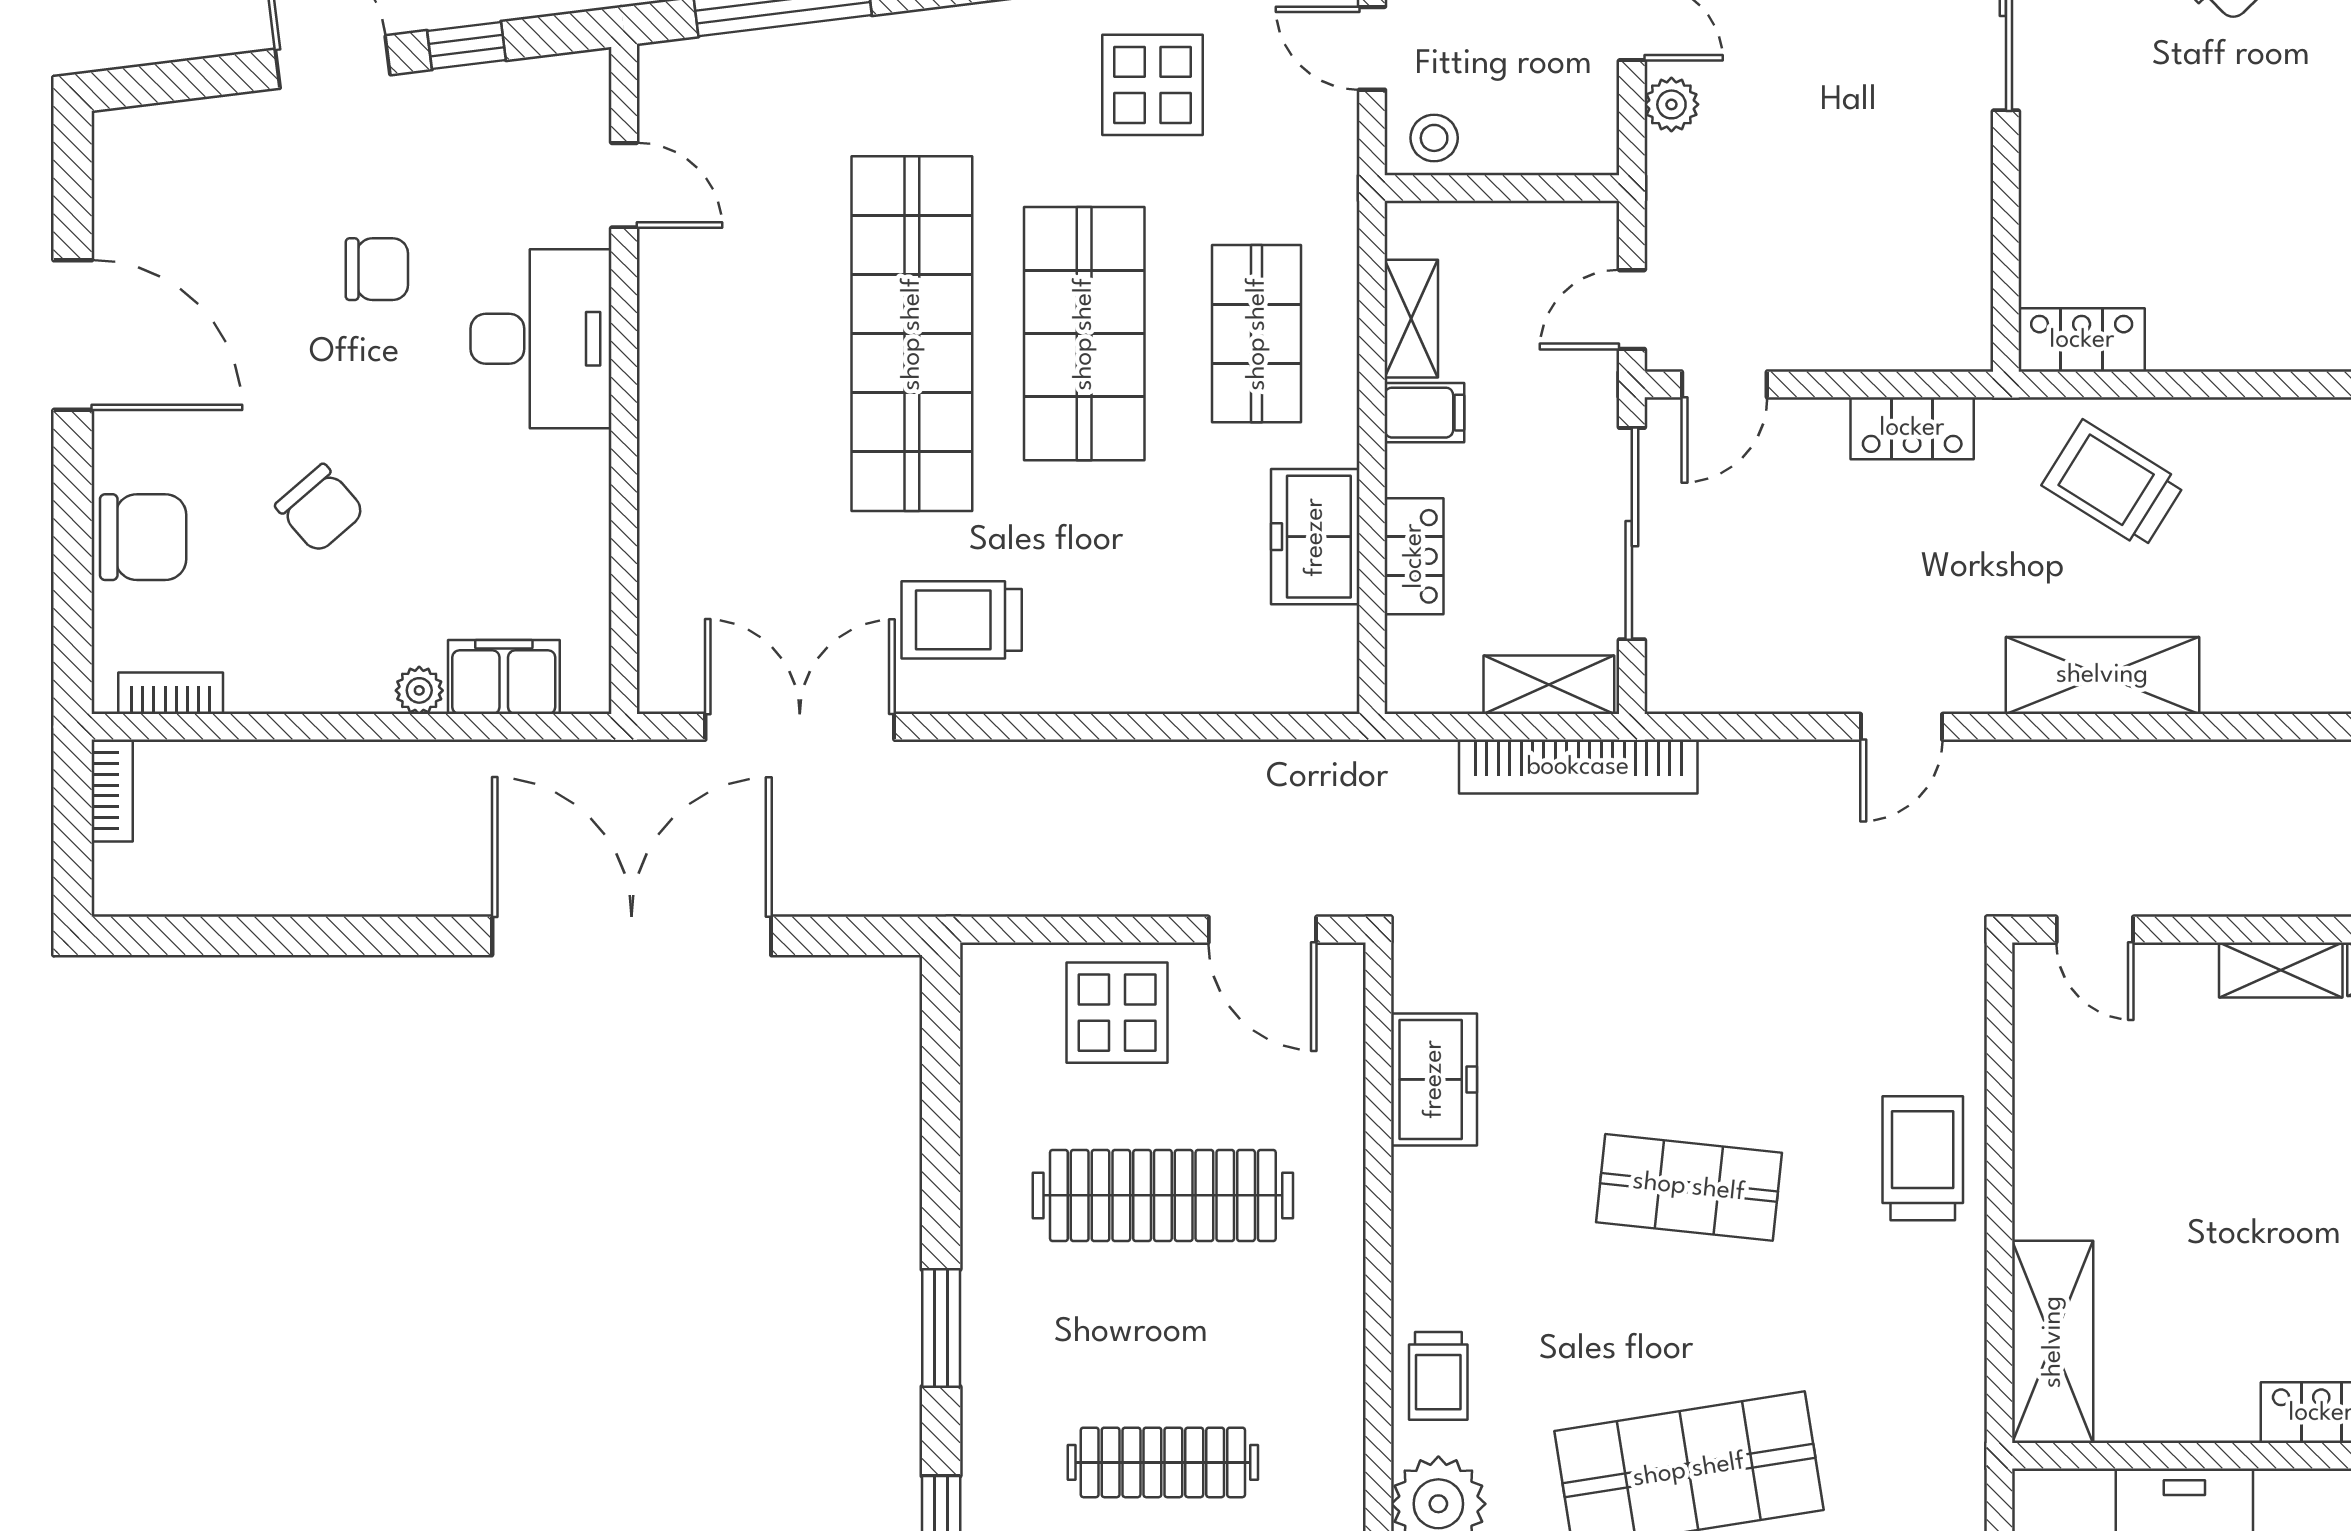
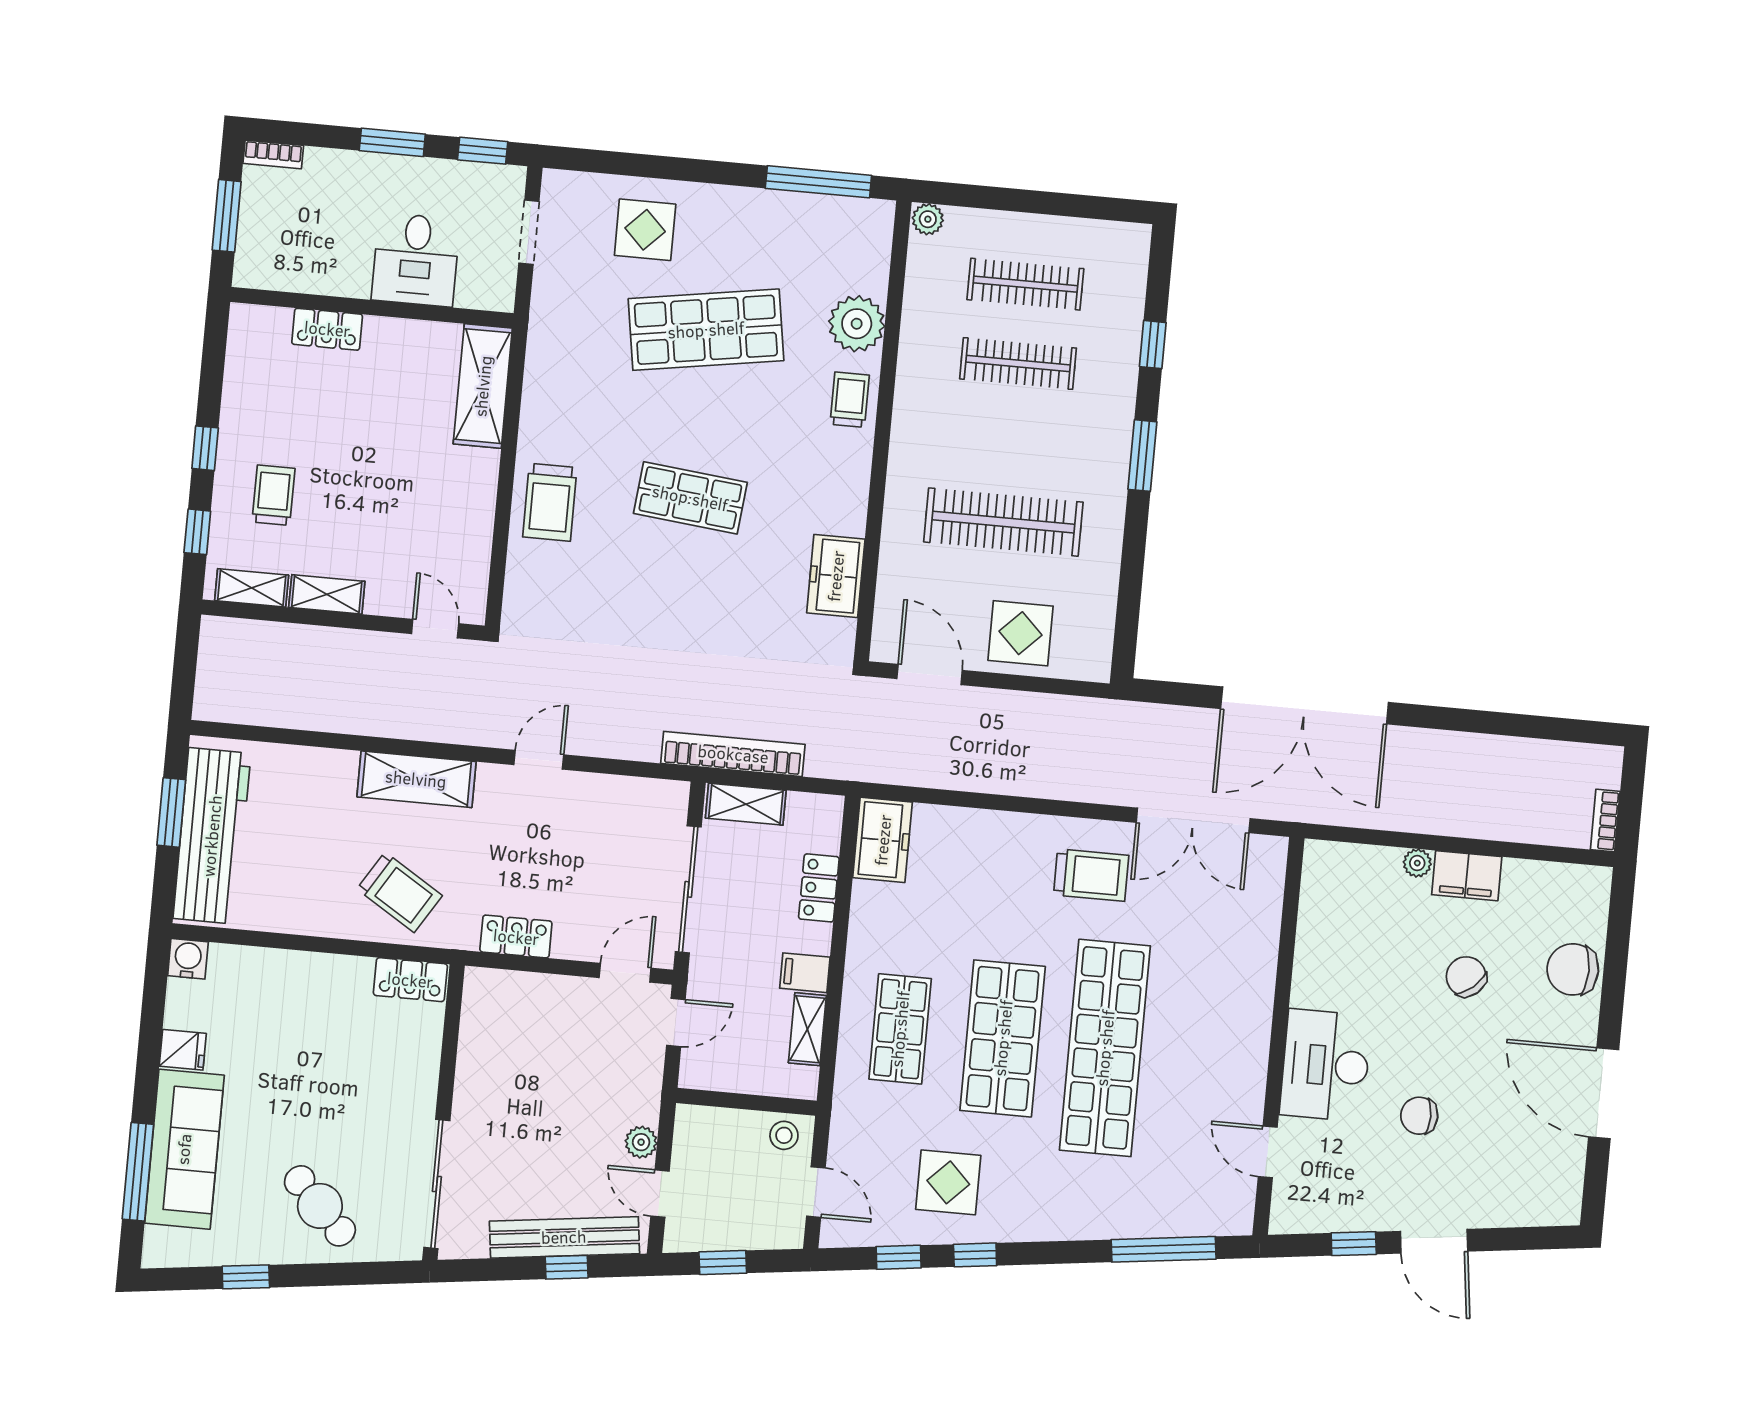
freezer: (1315, 537) -> (883, 840), moved
filing cabinet: (504, 677) -> (1467, 876), moved
bookcase: (171, 693) -> (1565, 875), removed

